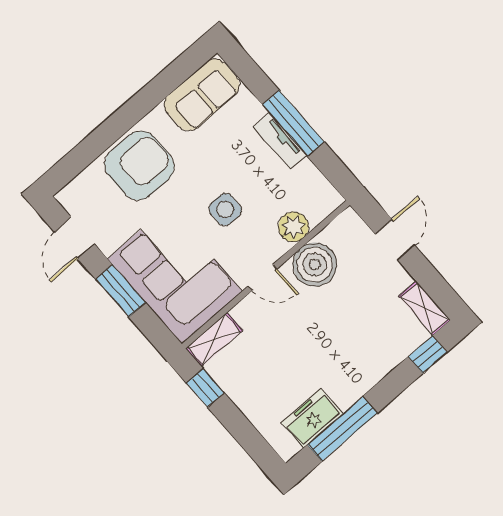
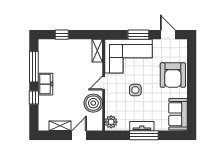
plant: (293, 227) -> (111, 122), moved
door: (395, 240) -> (79, 135), swing flipped
shelving: (425, 308) -> (60, 126), moved
window: (428, 355) -> (34, 97), moved
window: (205, 388) -> (62, 35), moved
freezer: (312, 418) -> (46, 84), moved

